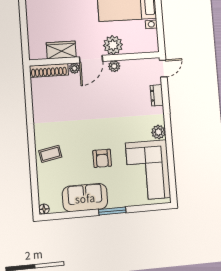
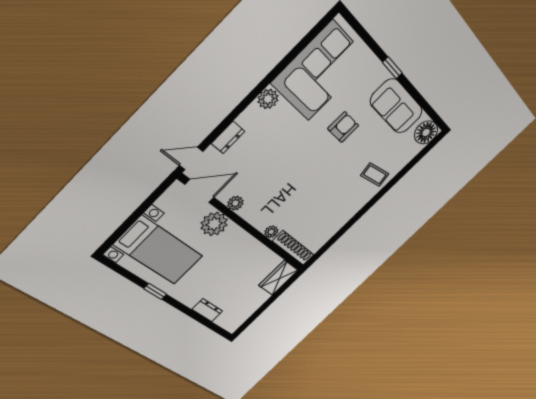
wardrobe: (61, 50) -> (278, 278), moved, turned 90
door: (91, 59) -> (199, 191), moved
floor lamp: (44, 209) -> (426, 132), width x1.89, depth x1.89
window: (112, 211) -> (392, 68), width x0.67

